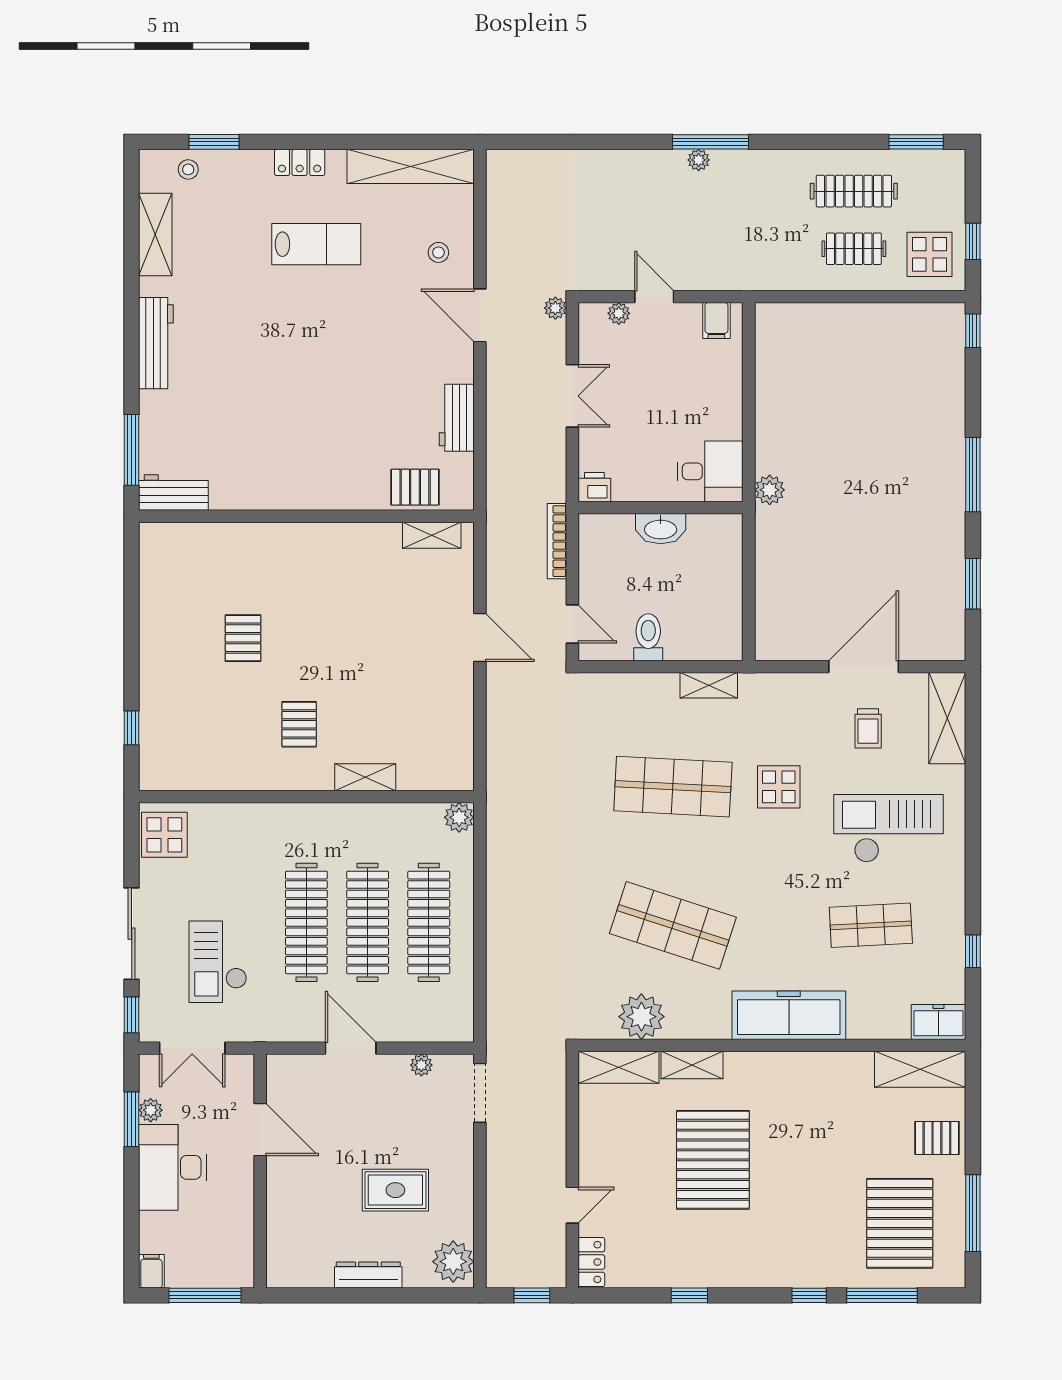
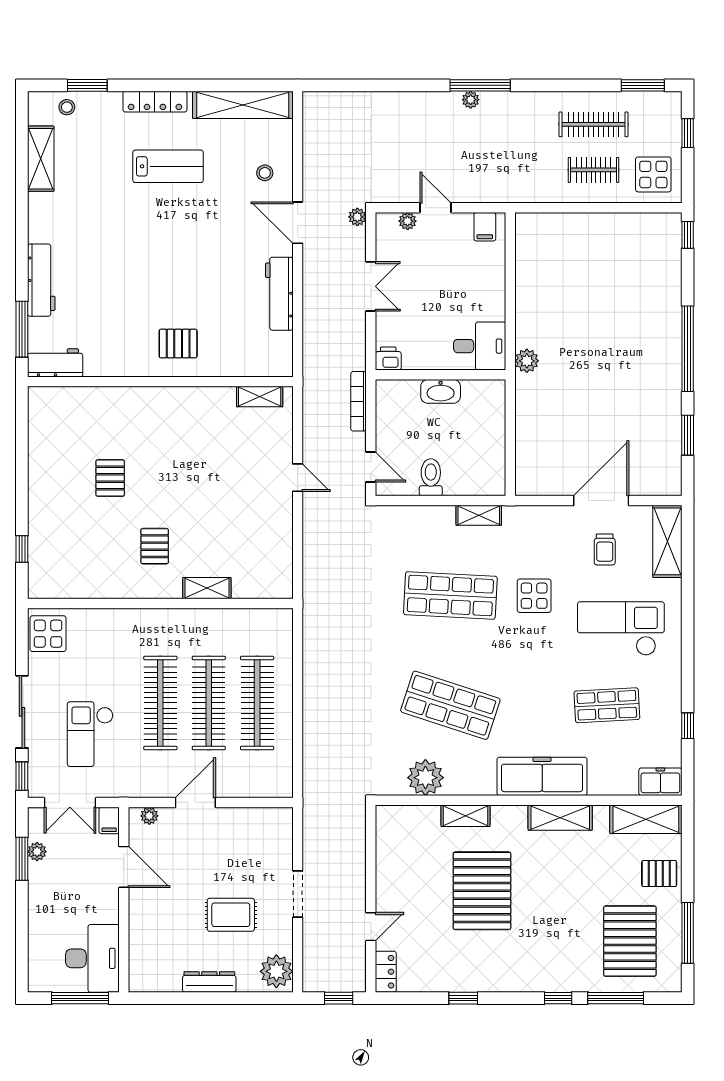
locker: (300, 162) -> (155, 102), width x1.53
window: (973, 241) -> (688, 133), moved
workbench: (156, 343) -> (41, 280), moved
workbench: (457, 418) -> (279, 294), width x1.37
window: (973, 475) -> (688, 349), width x1.46
pallet: (415, 487) -> (178, 344), moved
door: (480, 638) -> (298, 478), width x0.73
plant: (459, 817) -> (281, 620), removed
door: (351, 1048) -> (195, 802), hinge flipped
plant: (421, 1065) -> (149, 816), moved
shelving: (619, 1067) -> (560, 818), moved
doorway: (480, 1093) -> (298, 894), moved
desk: (173, 1167) -> (92, 958), moved, turned 180
filing cabinet: (151, 1271) -> (109, 820), moved, turned 180

